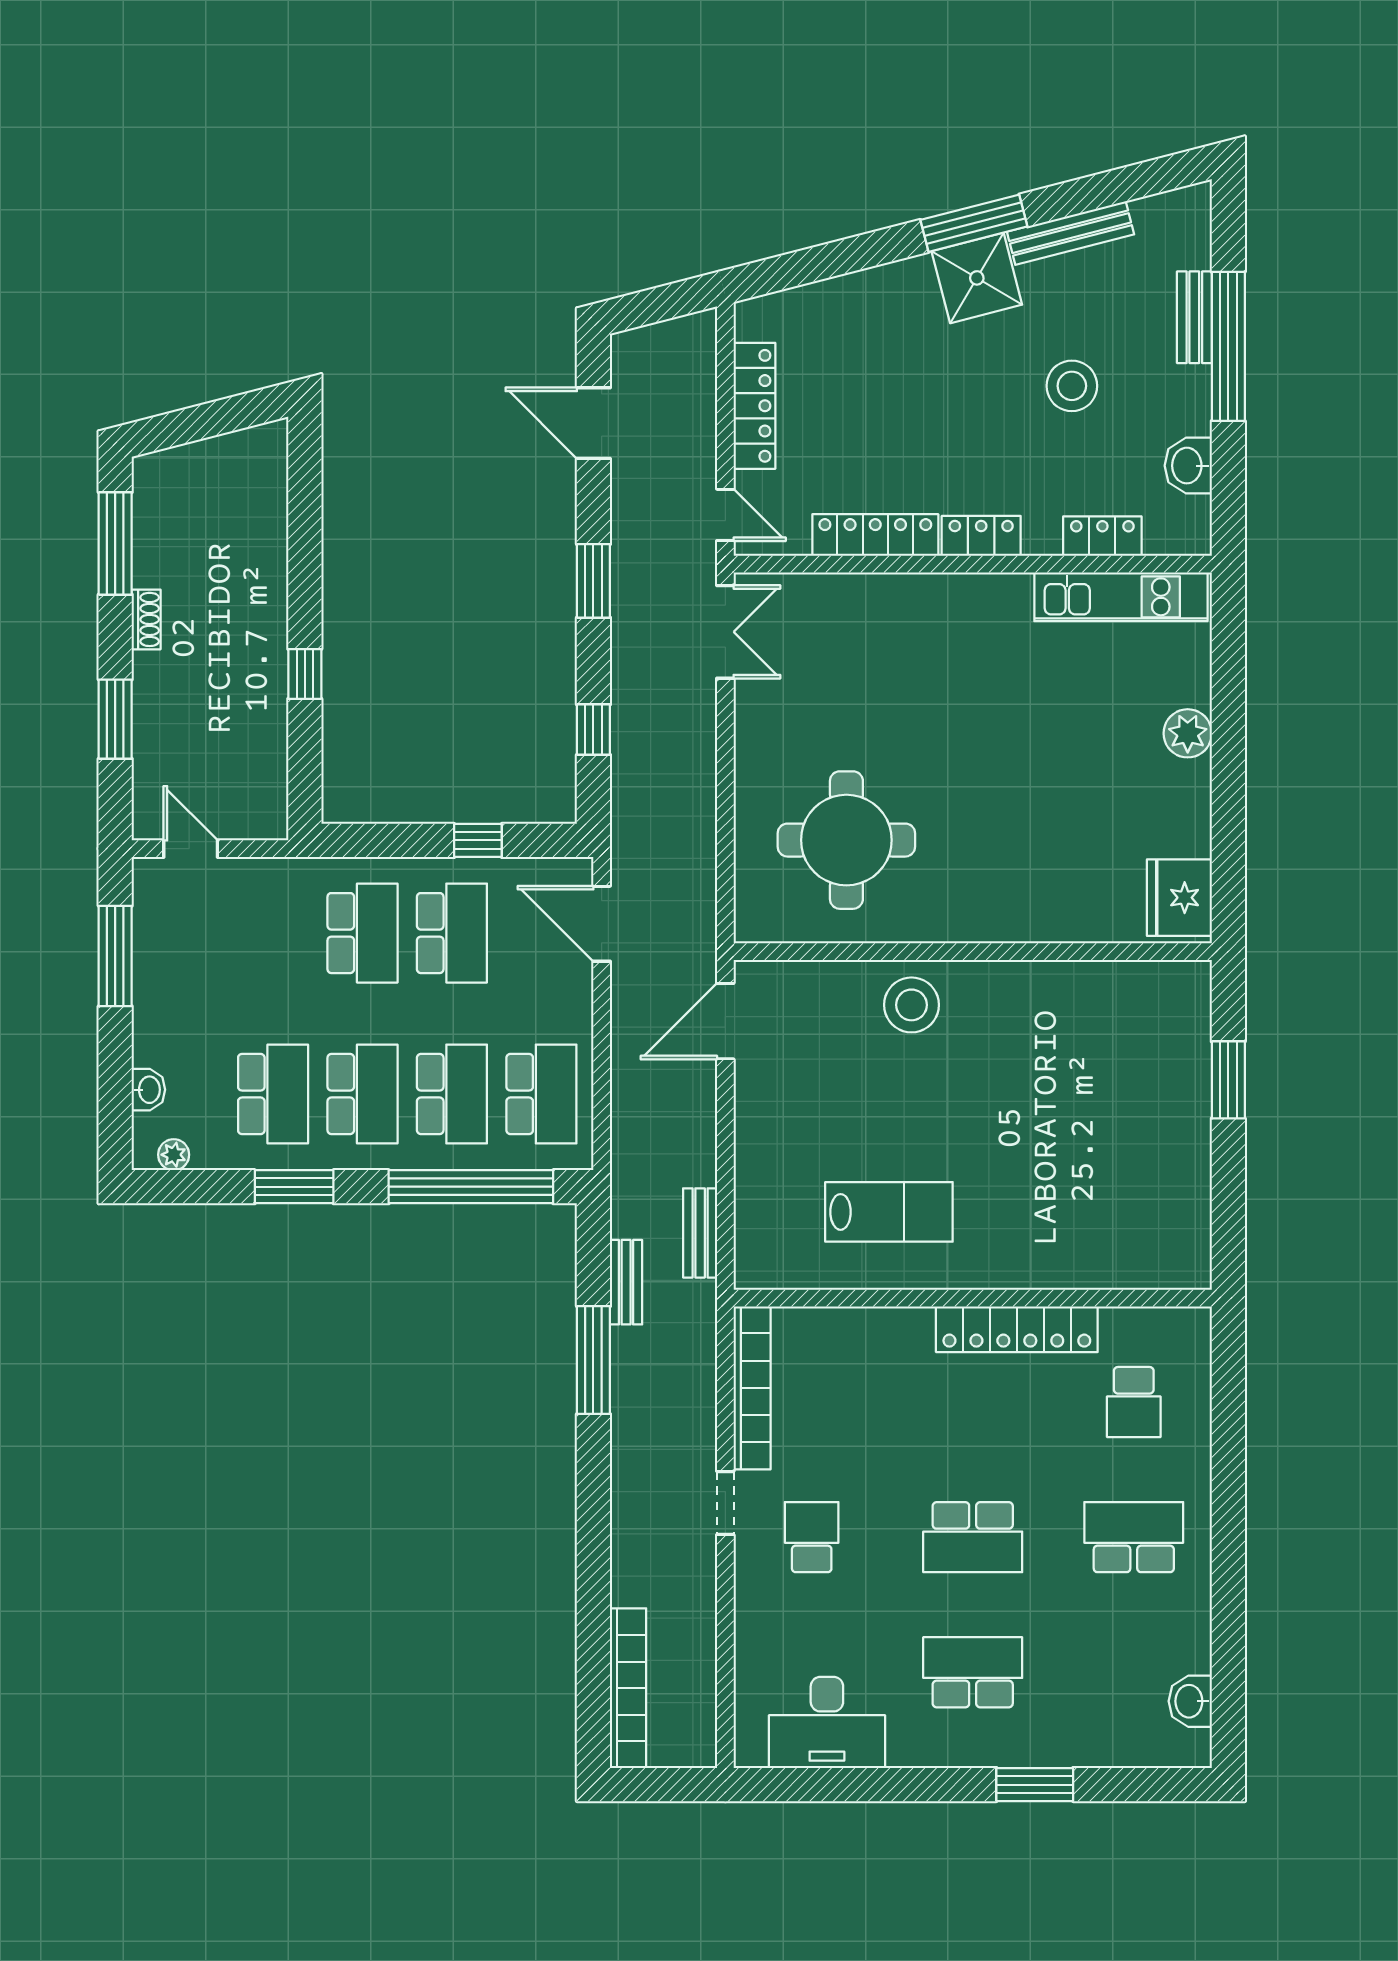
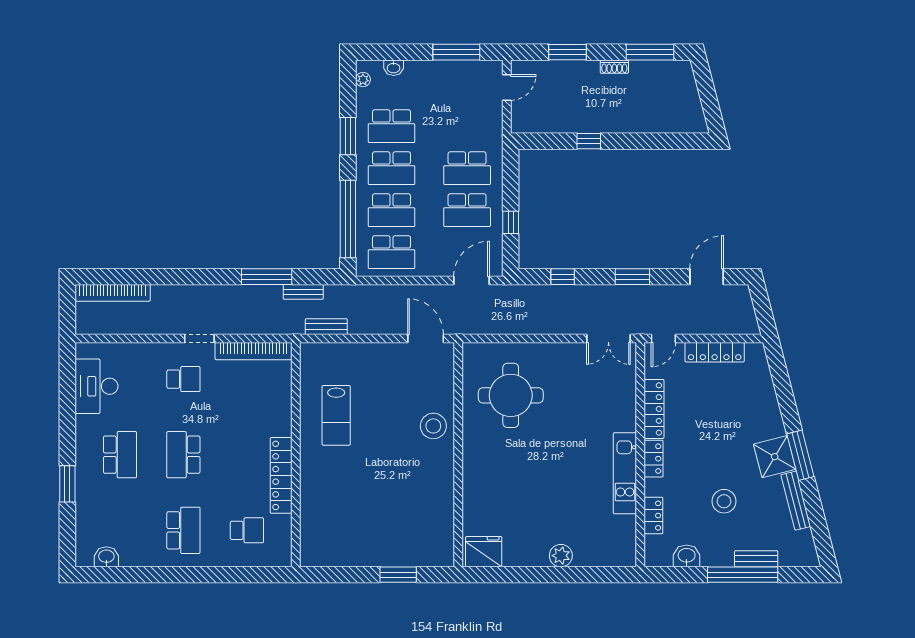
kitchen unit: (1121, 597) -> (625, 473), moved
school desk: (1134, 1402) -> (247, 530), turned 180

